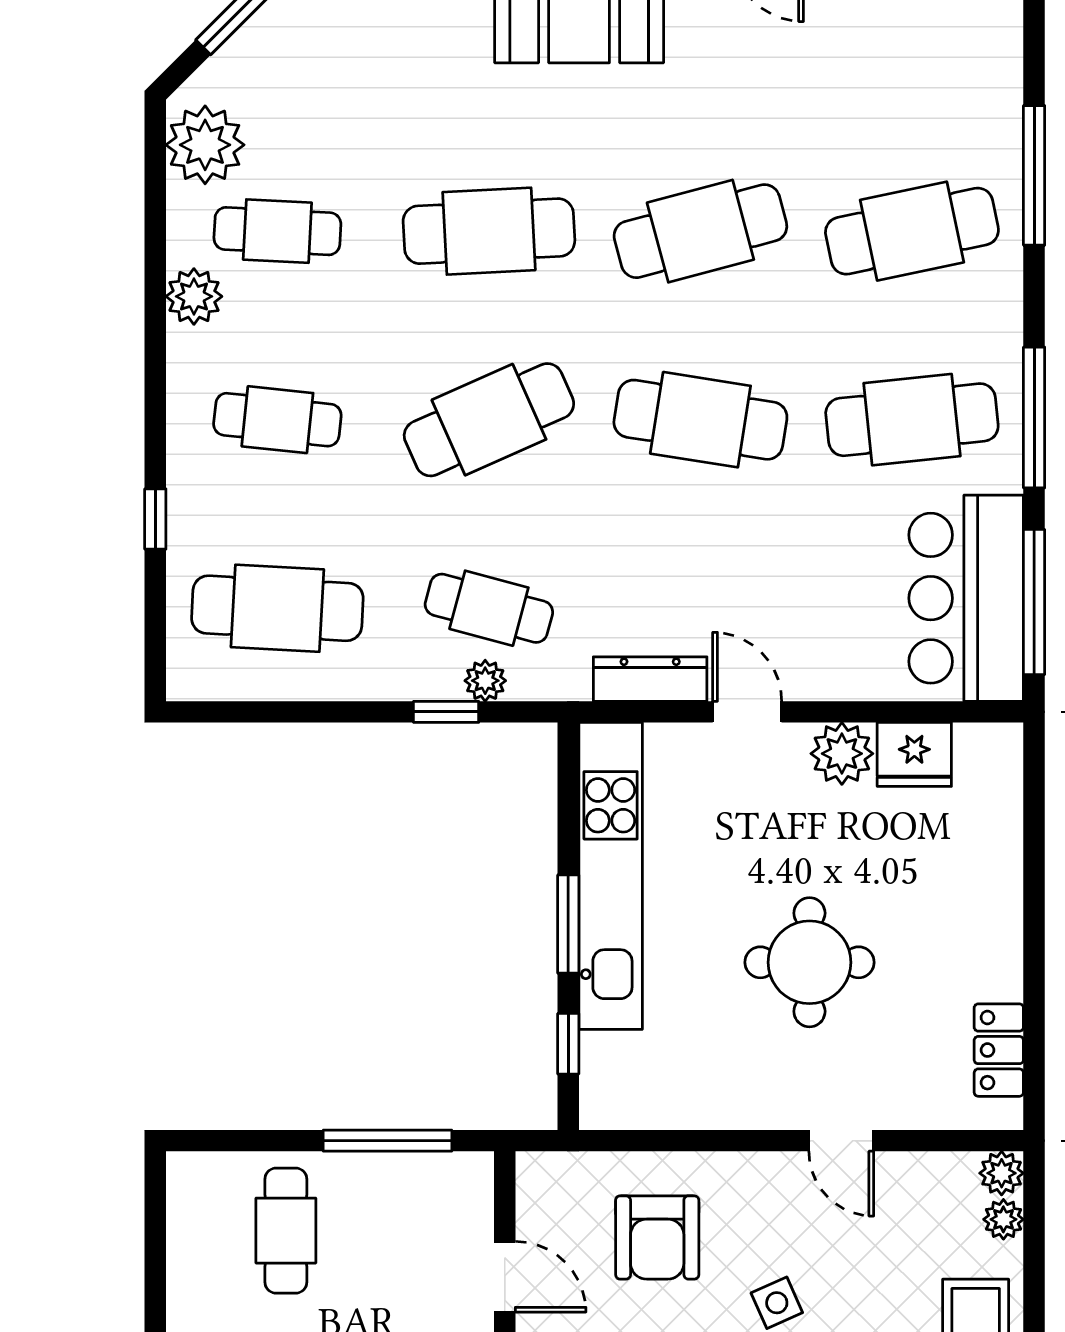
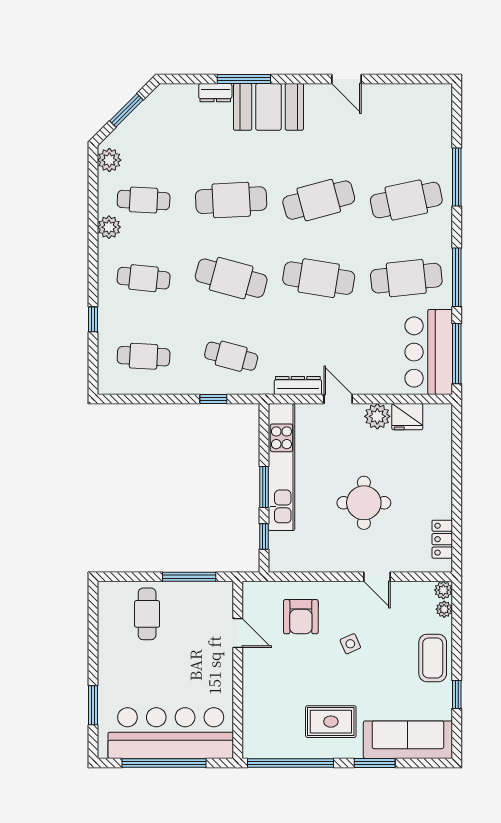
plant: (205, 145) -> (109, 160), width x0.73, depth x0.73
cafe table: (489, 420) -> (231, 278), turned 39
cafe table: (277, 608) -> (144, 356), width x0.73, depth x0.74
plant: (485, 681) -> (230, 386), removed

